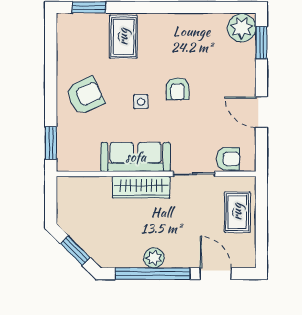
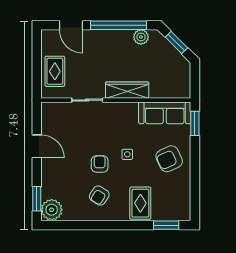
sofa: (136, 157) -> (165, 113), moved
armchair: (228, 159) -> (99, 196), moved, turned -57
plant: (154, 258) -> (141, 37), moved

